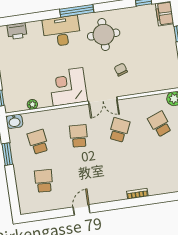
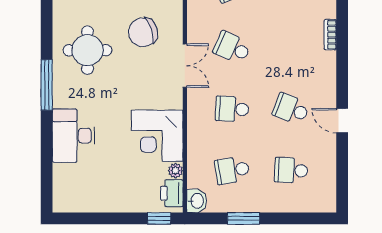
printer: (17, 31) -> (172, 193), moved, turned 180
desk: (62, 31) -> (73, 136), moved
chair: (121, 70) -> (143, 32), width x1.87, depth x1.87
corner desk: (68, 87) -> (157, 136), moved
school desk: (84, 175) -> (291, 109), added

